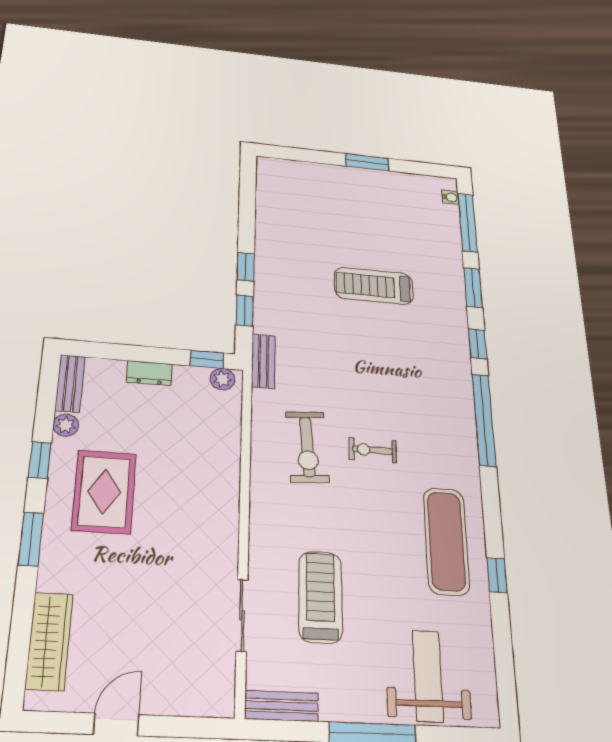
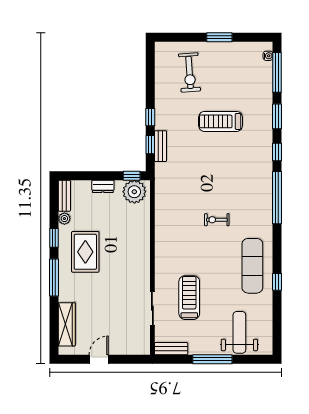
bench: (263, 361) -> (161, 146), moved
plant: (222, 379) -> (134, 192), width x1.87, depth x1.87
exercise bike: (307, 447) -> (190, 72), moved
window: (31, 539) -> (54, 277), width x1.44

